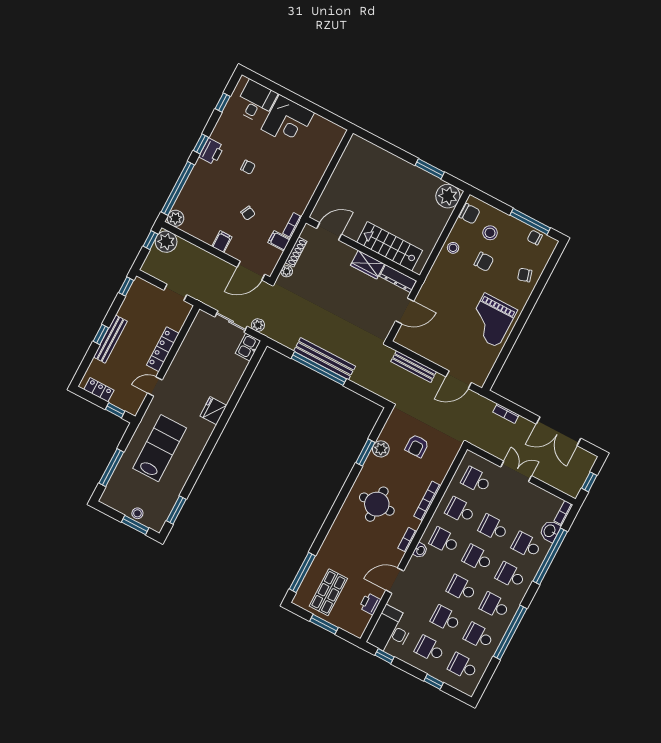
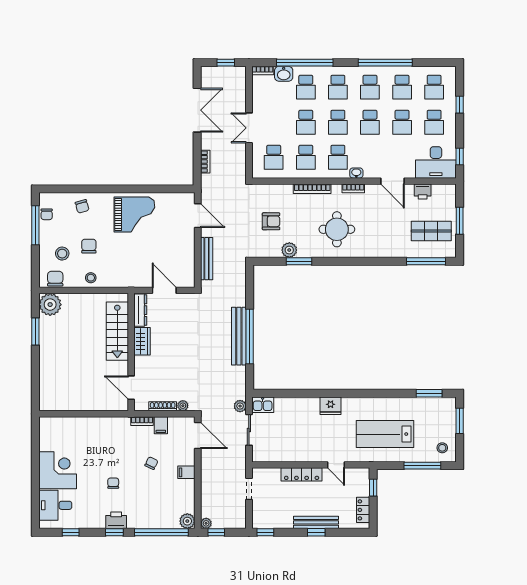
plant: (166, 242) -> (206, 523), width x0.53, depth x0.53
stool: (137, 513) -> (442, 448), moved

